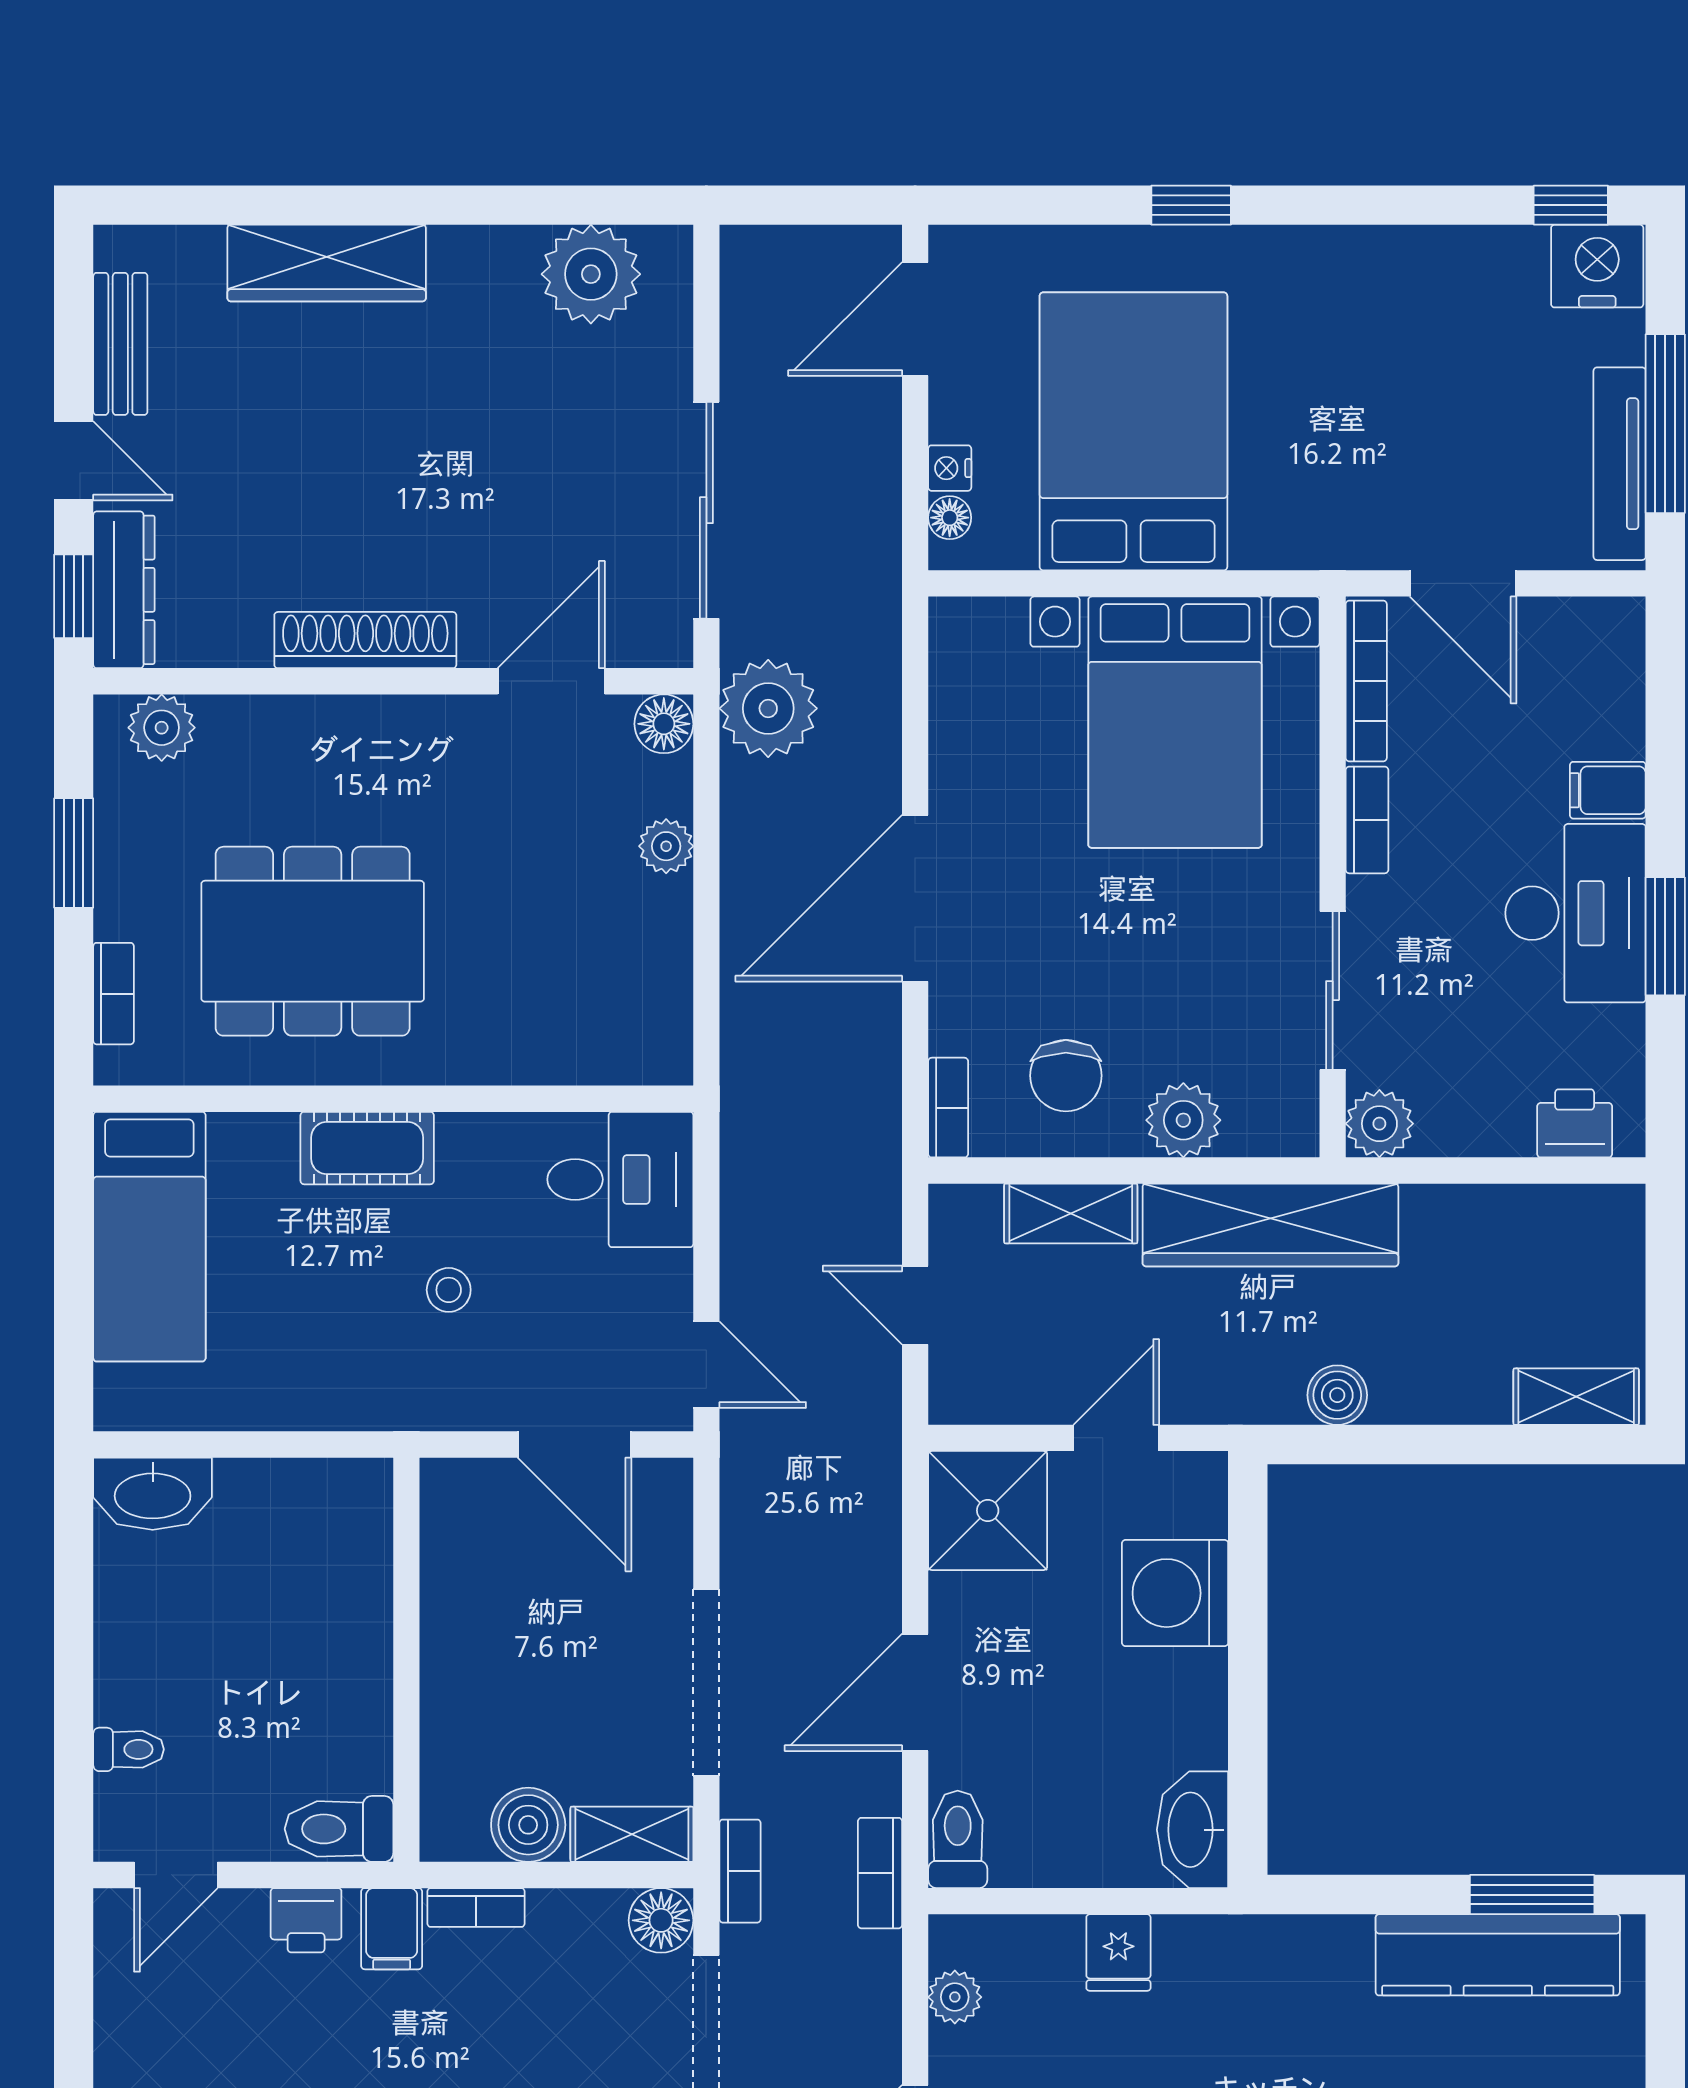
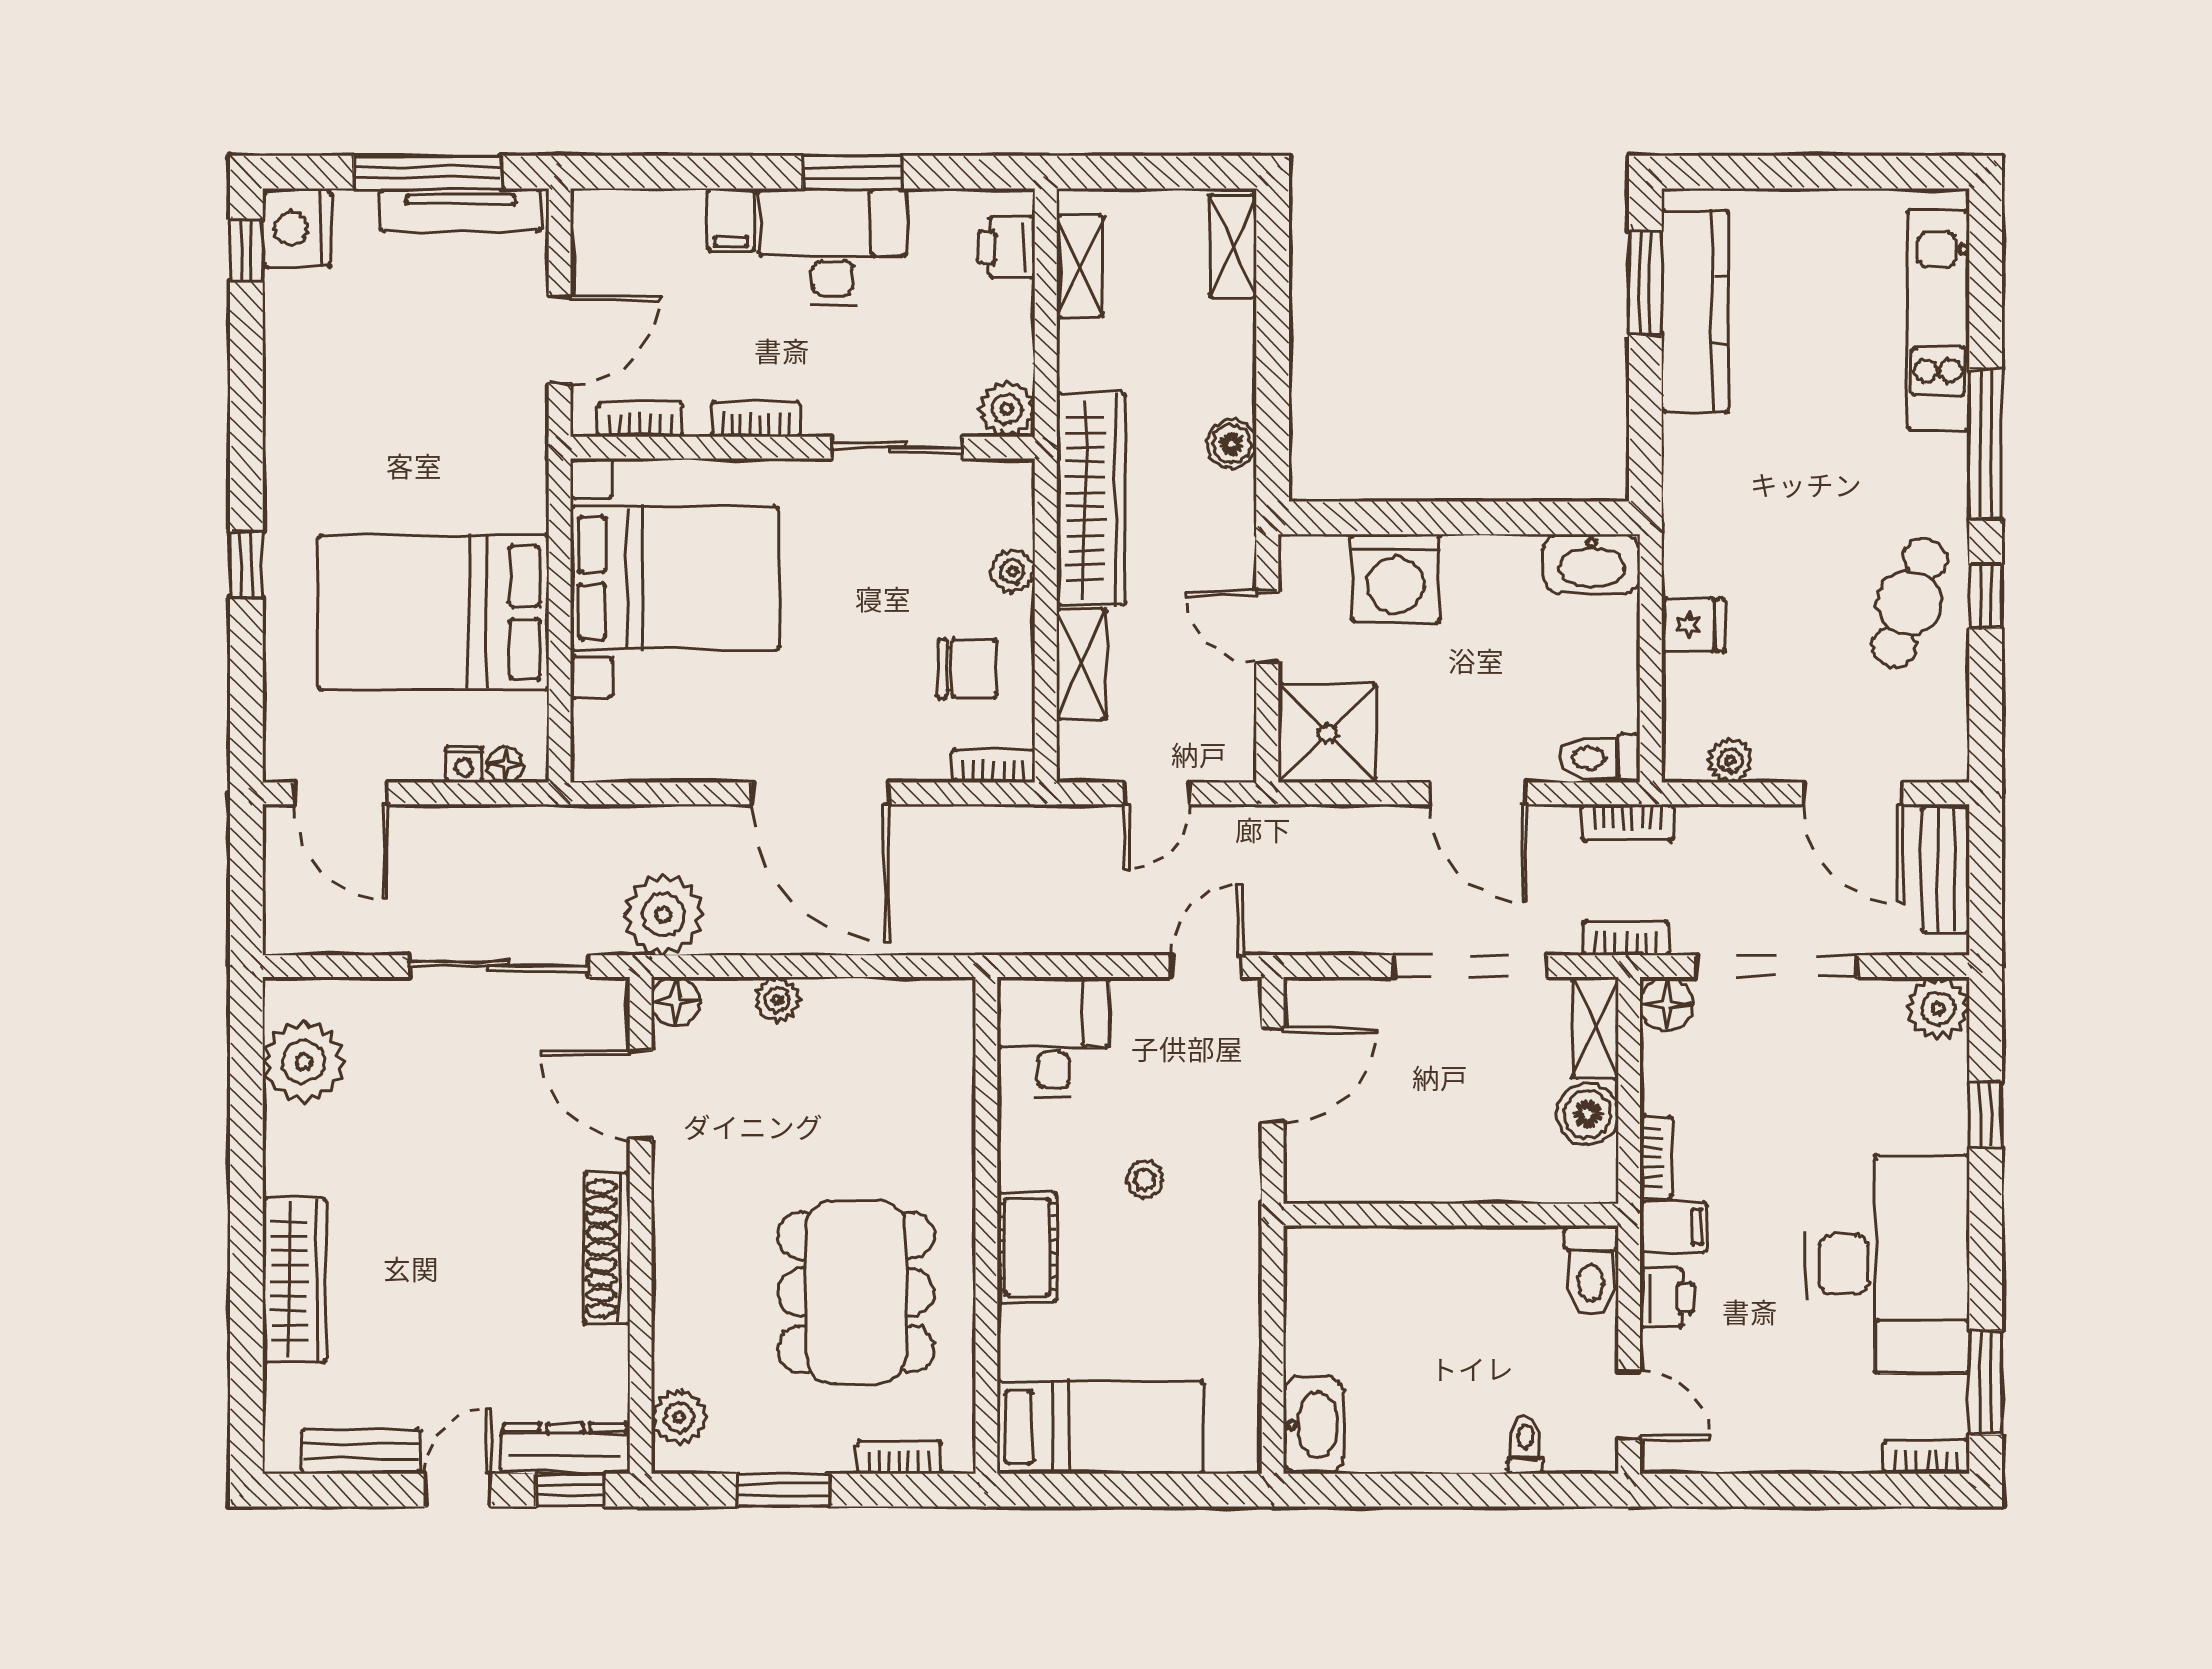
bookcase: (1366, 681) -> (640, 420), width x0.64
plant: (1183, 1120) -> (1012, 571), width x0.73, depth x0.73
shelving: (1552, 1211) -> (1080, 266), added

